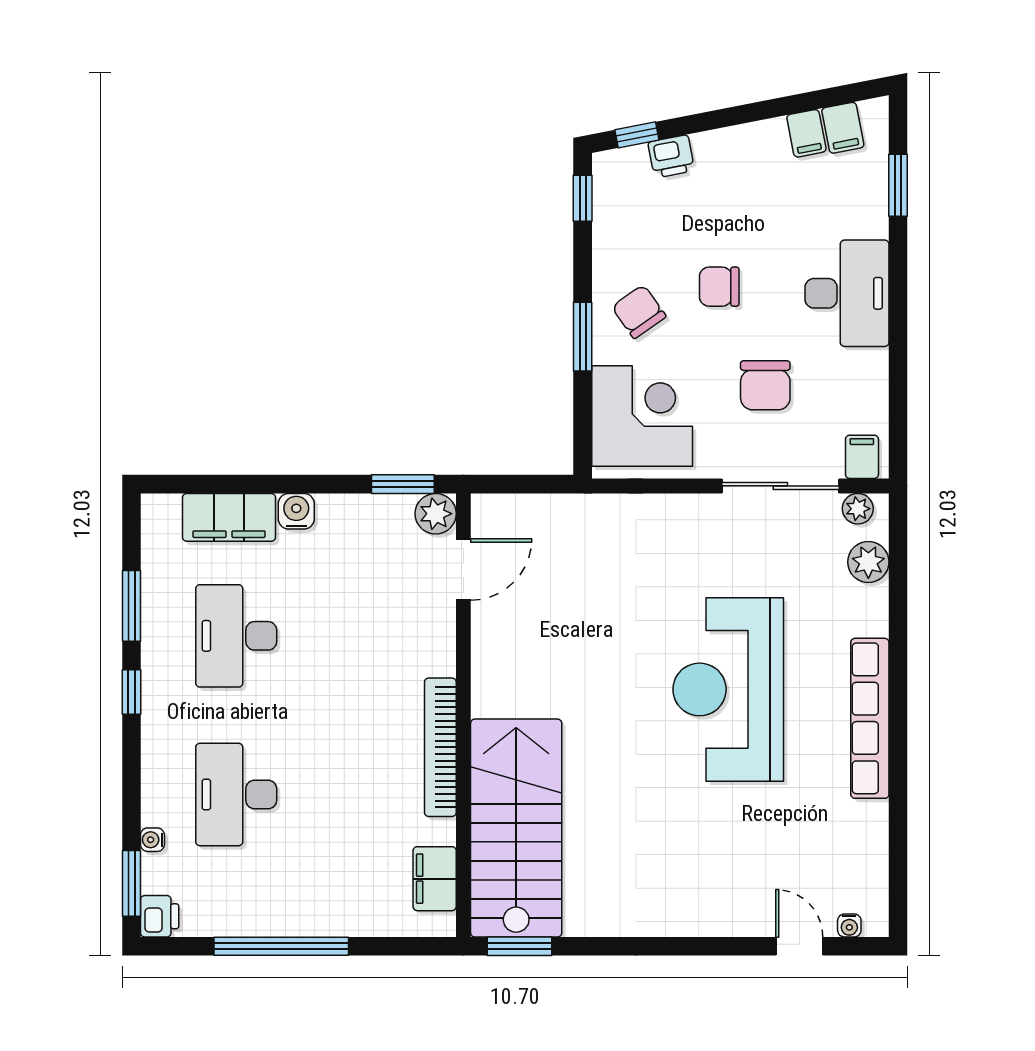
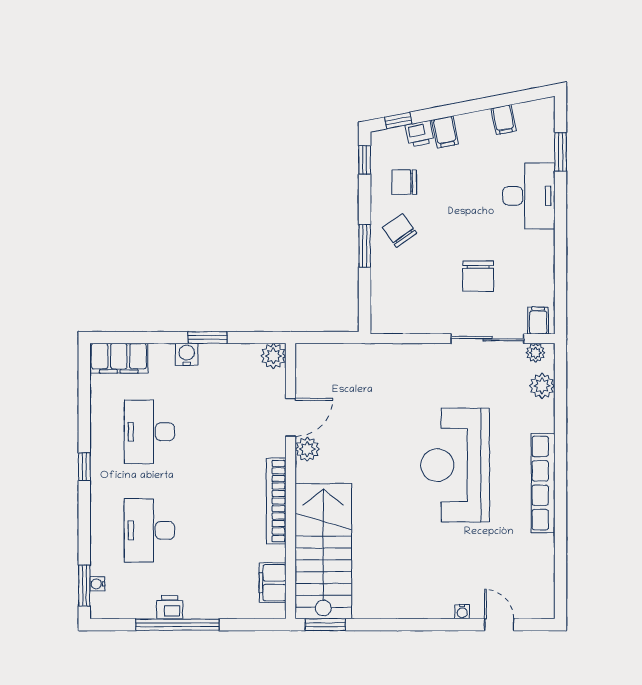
filing cabinet: (843, 128) -> (445, 132), moved
chair: (719, 287) -> (404, 182), moved
desk: (847, 293) -> (529, 196), moved
corner desk: (642, 416) -> (402, 295), removed
window: (403, 484) -> (207, 338), moved
filing cabinet: (229, 517) -> (119, 358), moved
door: (463, 569) -> (291, 417), moved
window: (131, 606) -> (84, 413), removed
plant: (490, 664) -> (307, 449), added
water cooler: (152, 840) -> (97, 584), moved
printer: (160, 916) -> (170, 607), moved, turned -90
water cooler: (849, 925) -> (462, 612), moved

